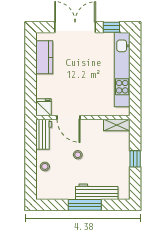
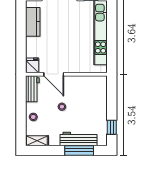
shelving: (117, 125) -> (37, 141), moved
window: (135, 159) -> (112, 127), moved
window: (85, 205) -> (79, 150), moved

